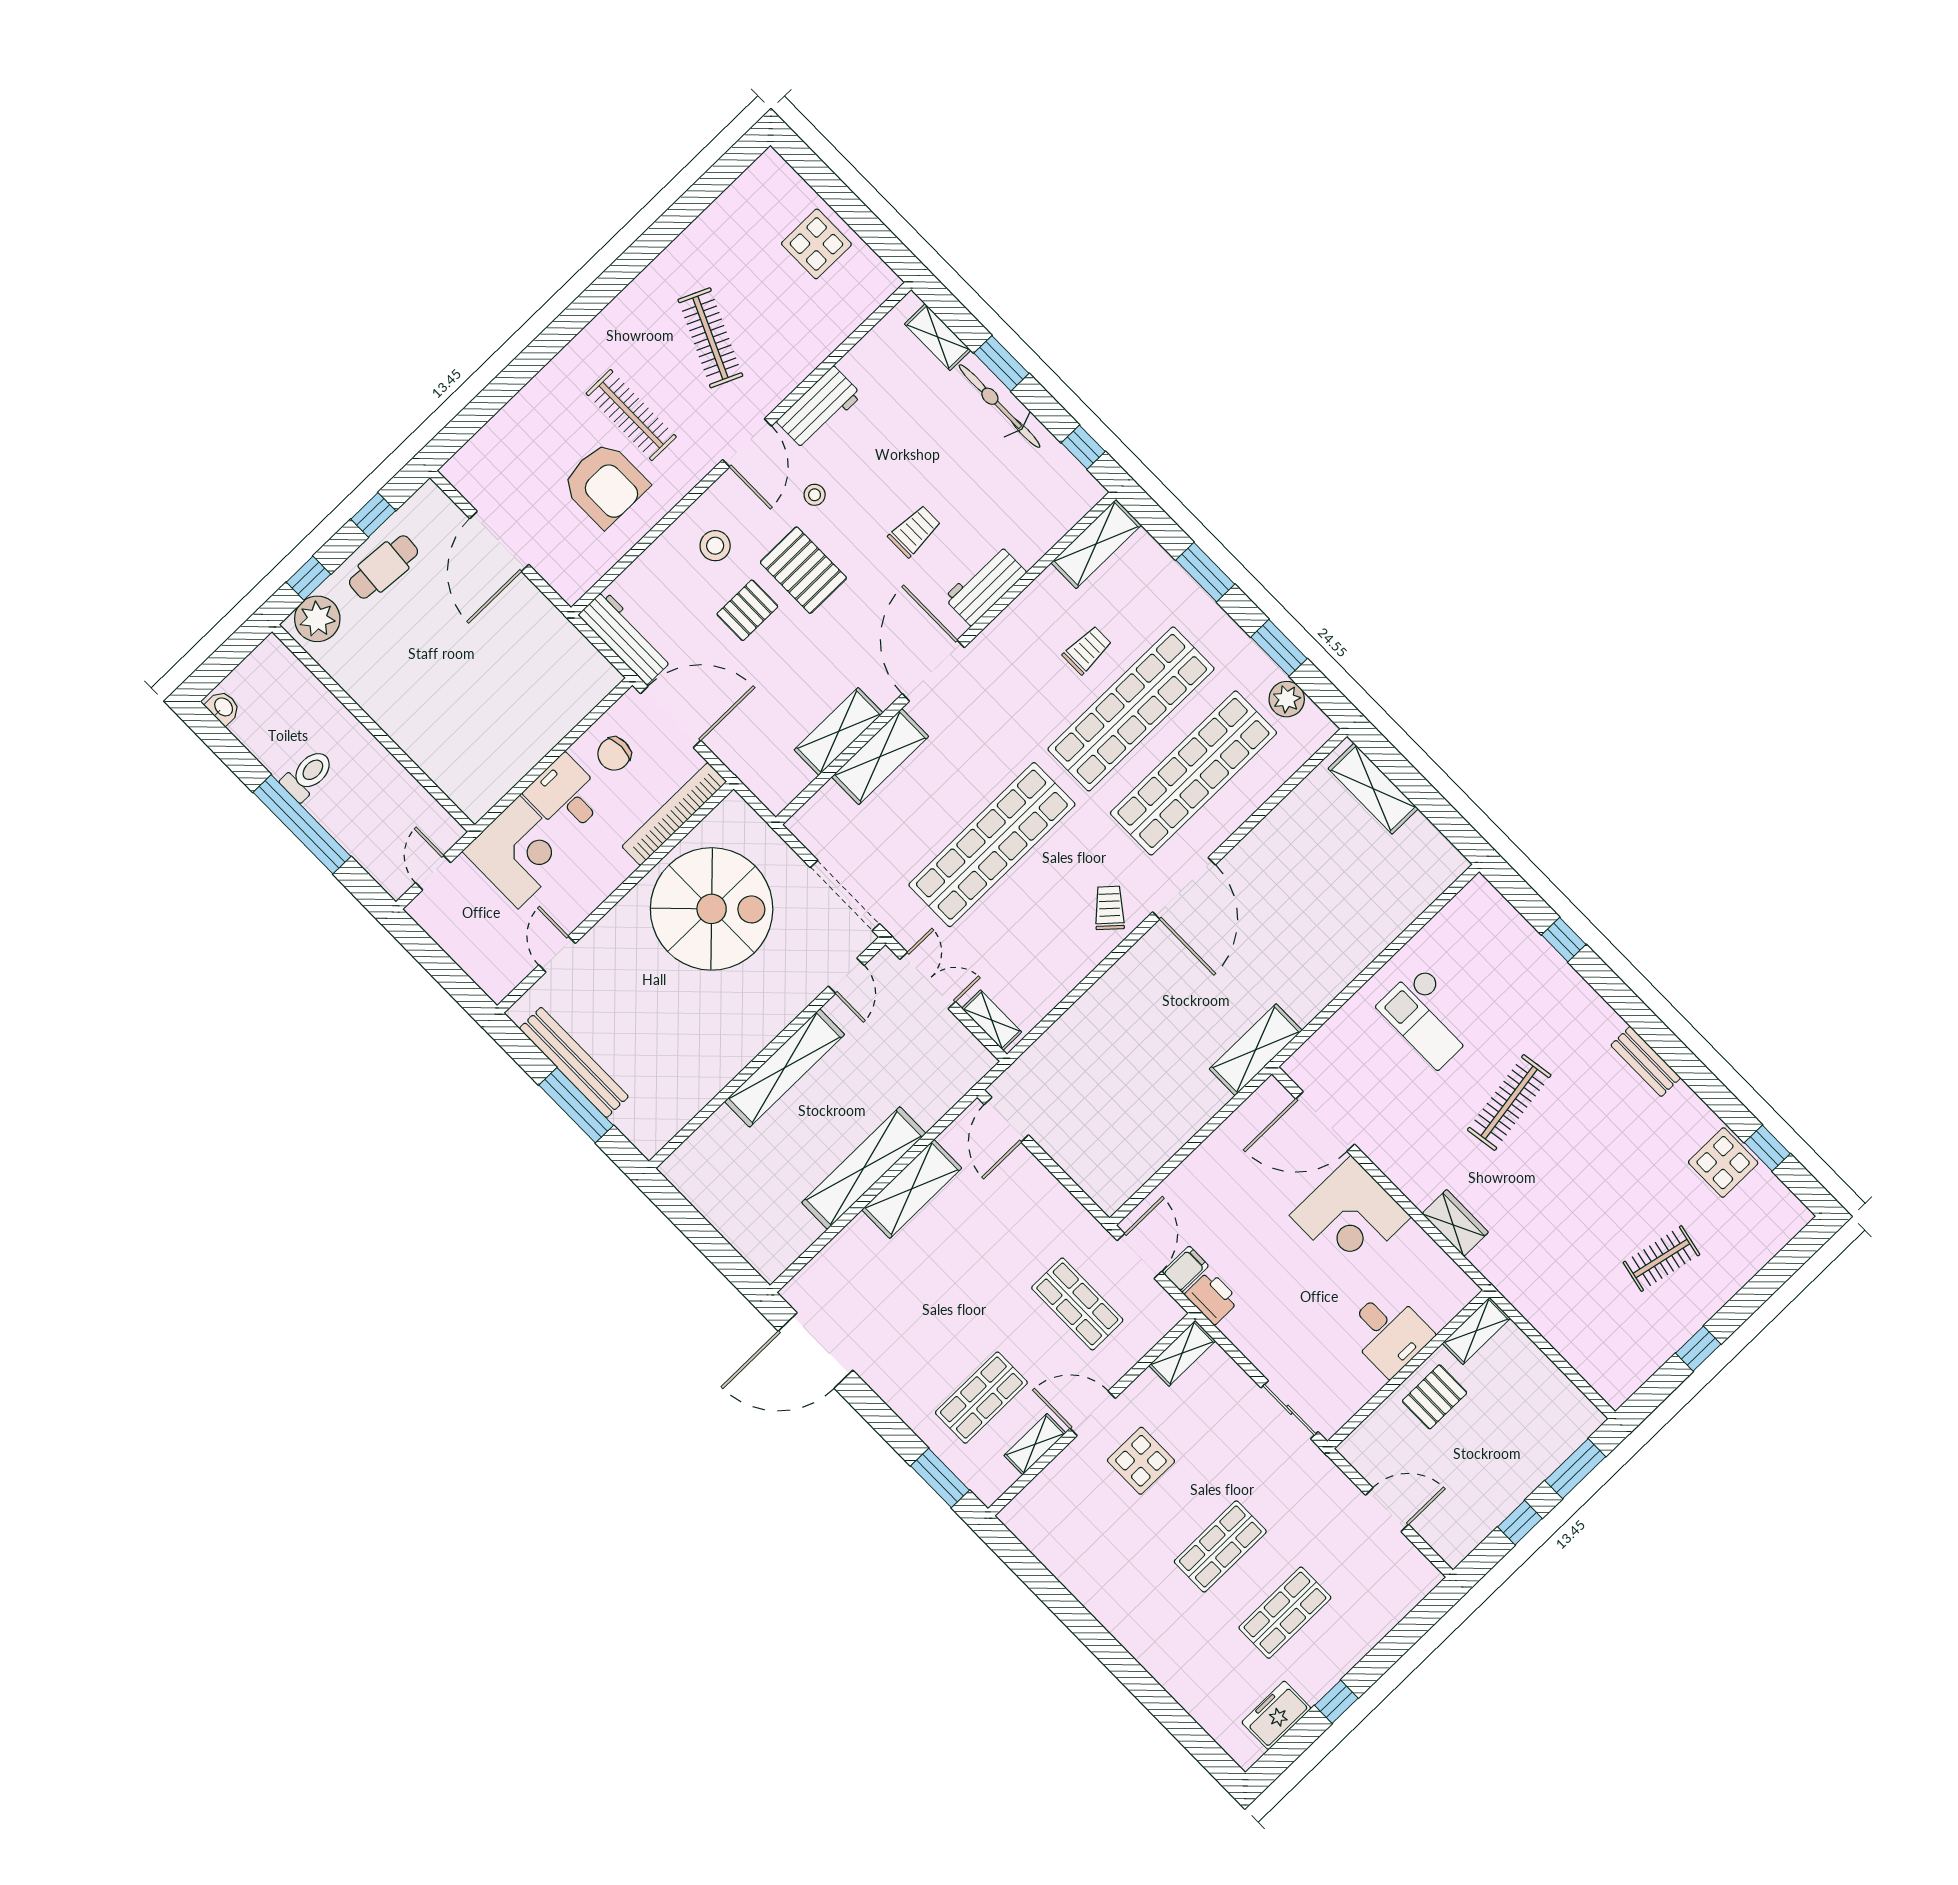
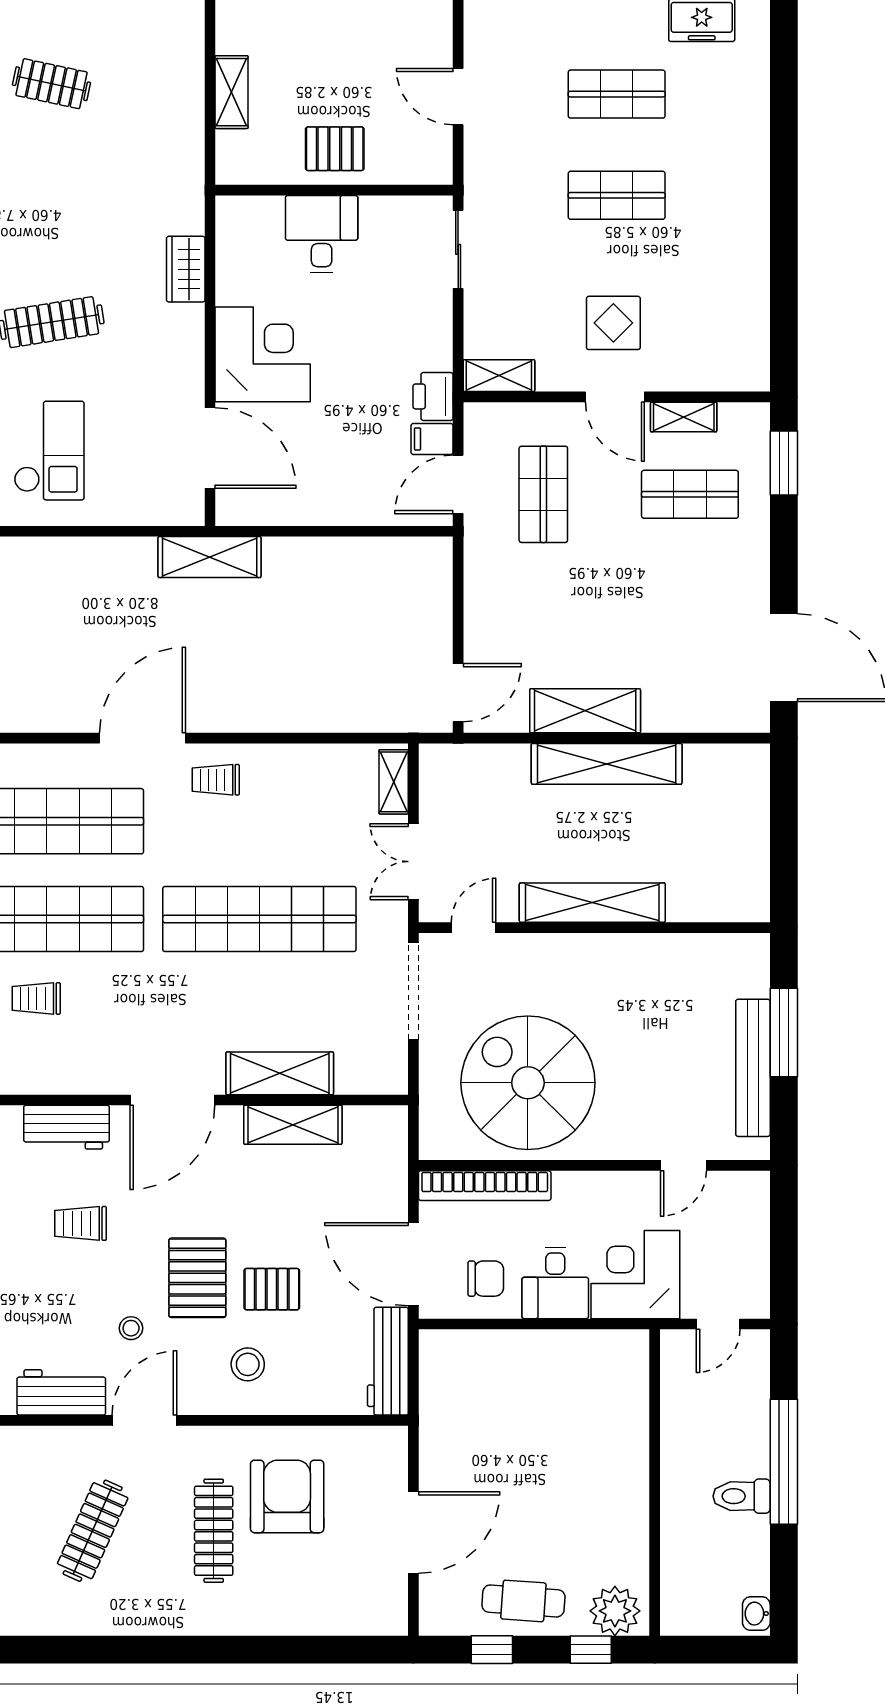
trolley: (1109, 908) -> (216, 780), turned 48
shelving: (1476, 1331) -> (232, 92), moved, turned 90

